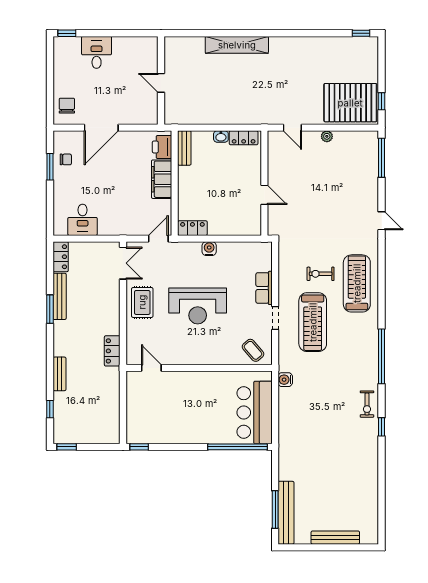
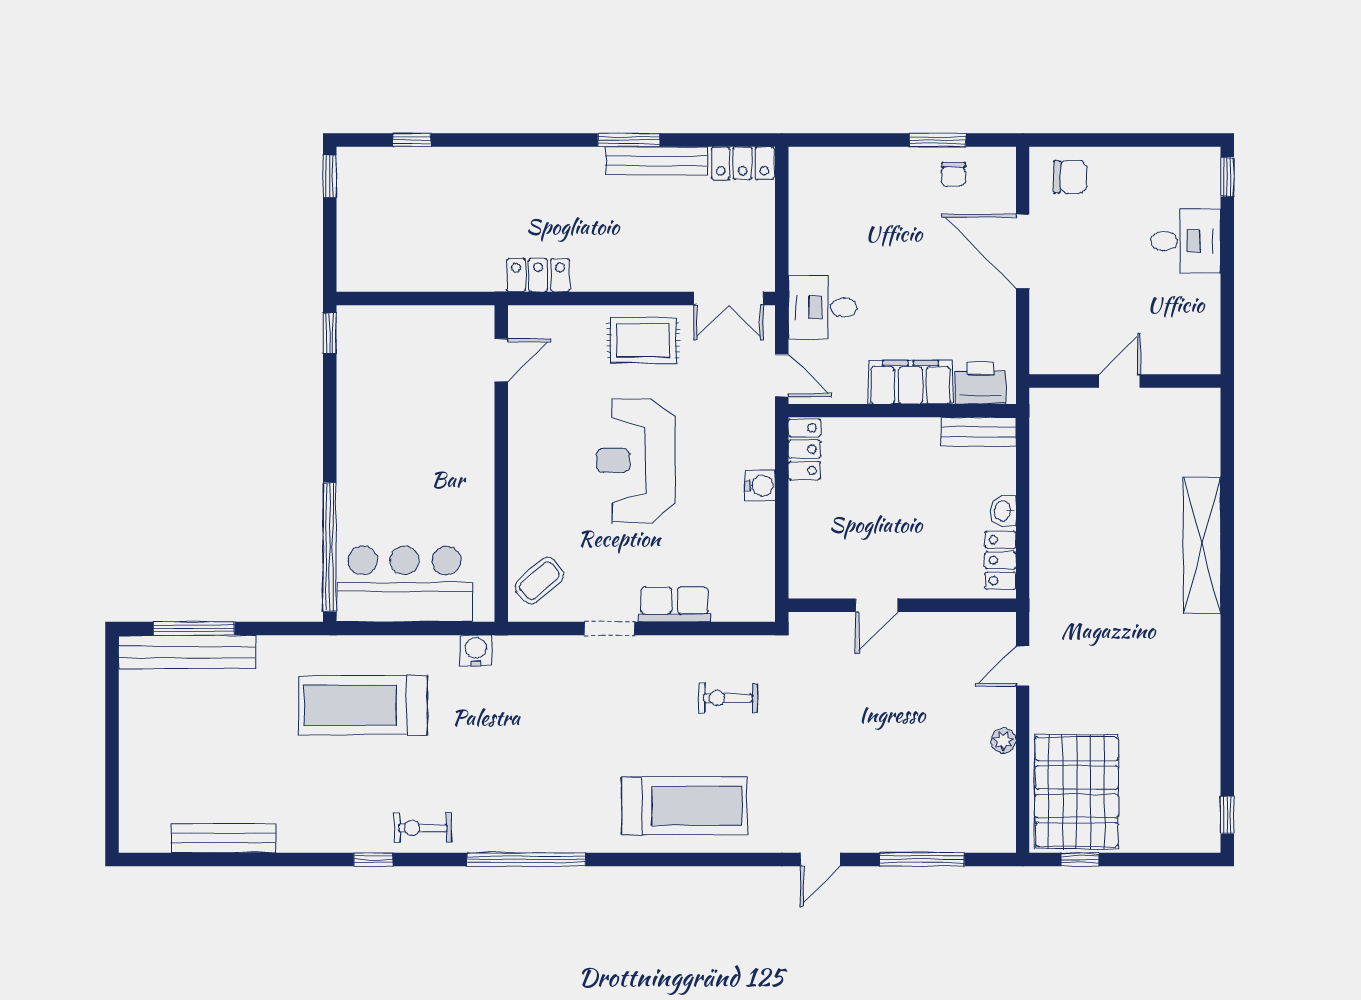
window: (382, 158) -> (922, 859), moved
desk: (83, 220) -> (823, 307), moved
exercise bike: (321, 274) -> (728, 698), moved, turned -90
treadmill: (313, 322) -> (363, 705), moved
bench: (59, 374) -> (488, 161), removed
bench: (335, 538) -> (224, 838), moved, turned 90

